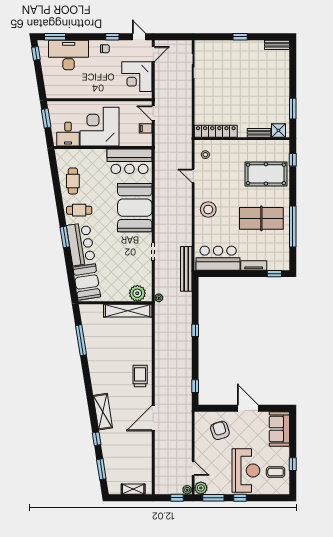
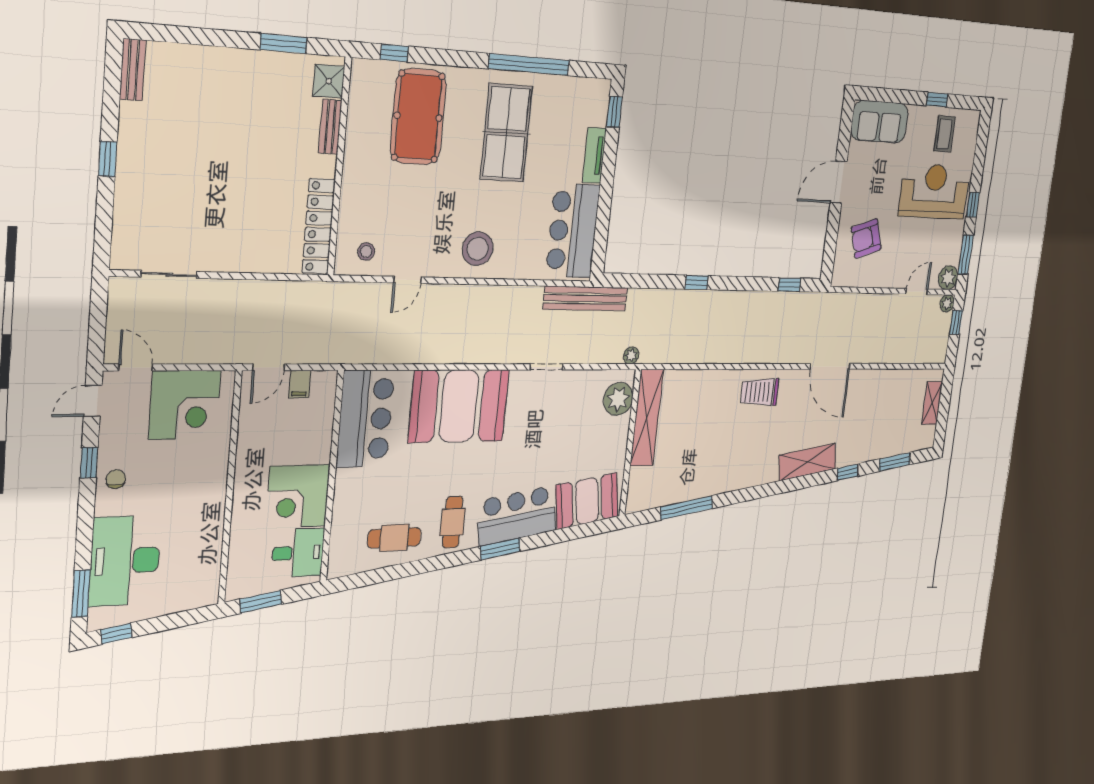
corner desk: (100, 127) -> (298, 496), width x0.74, depth x0.74

